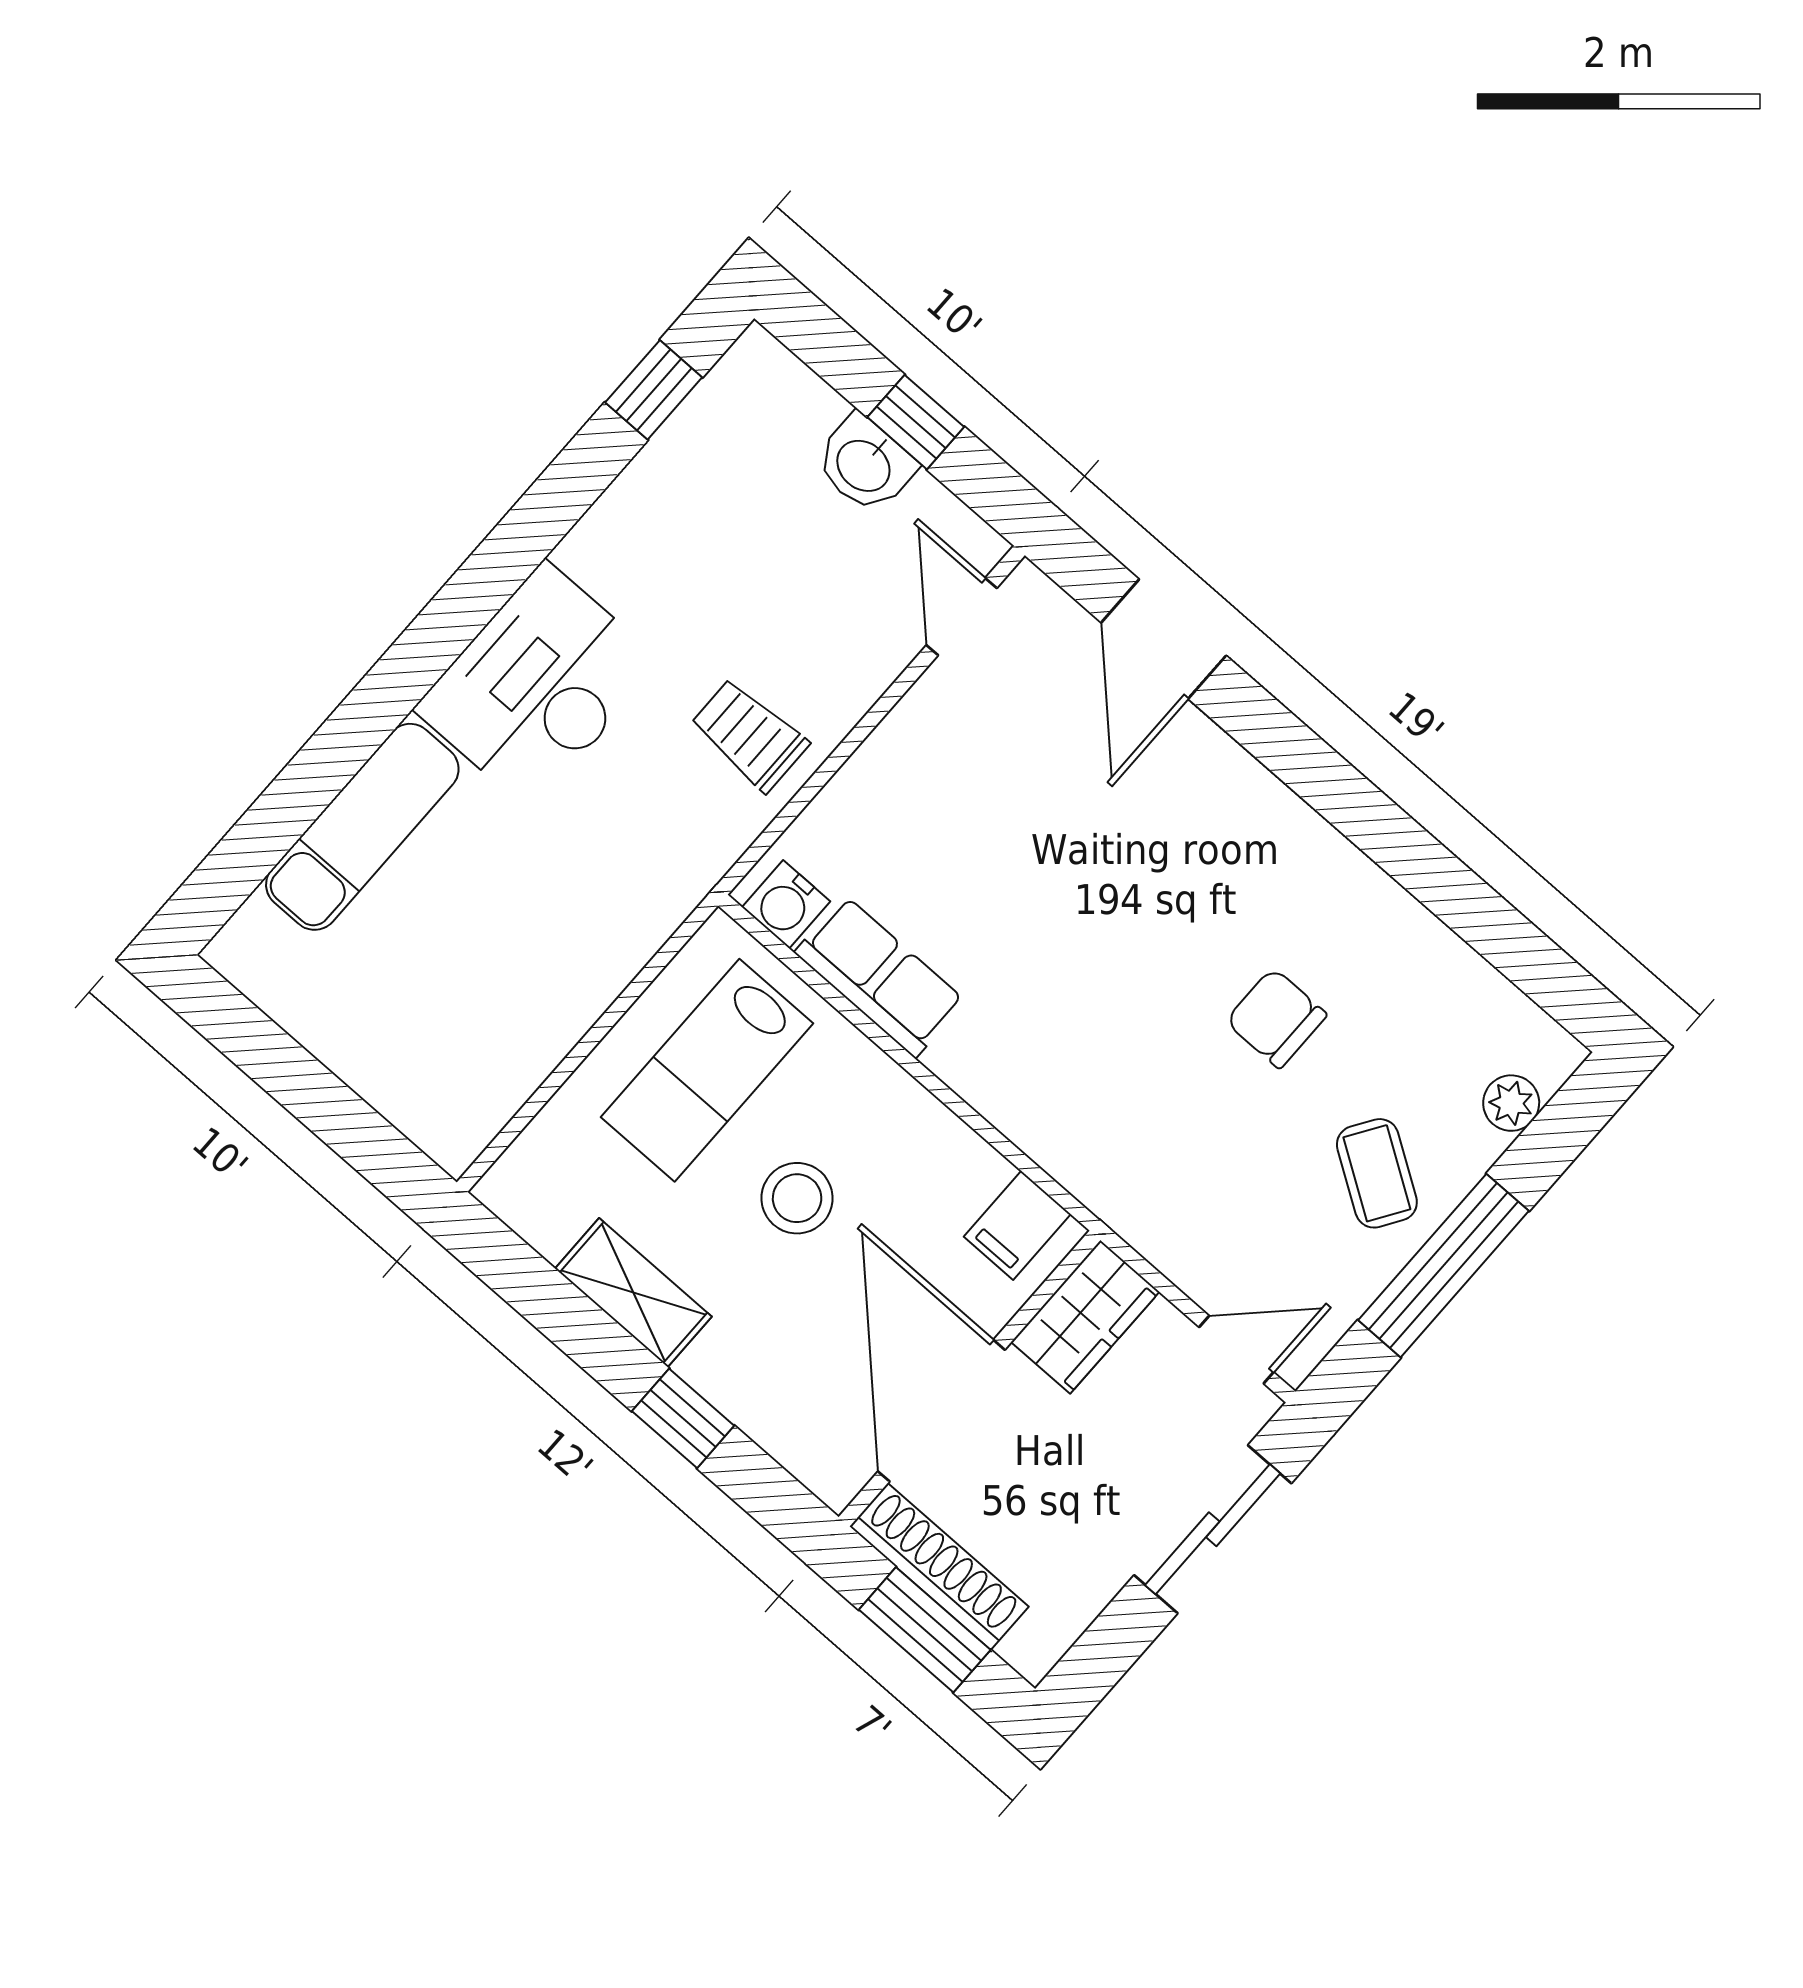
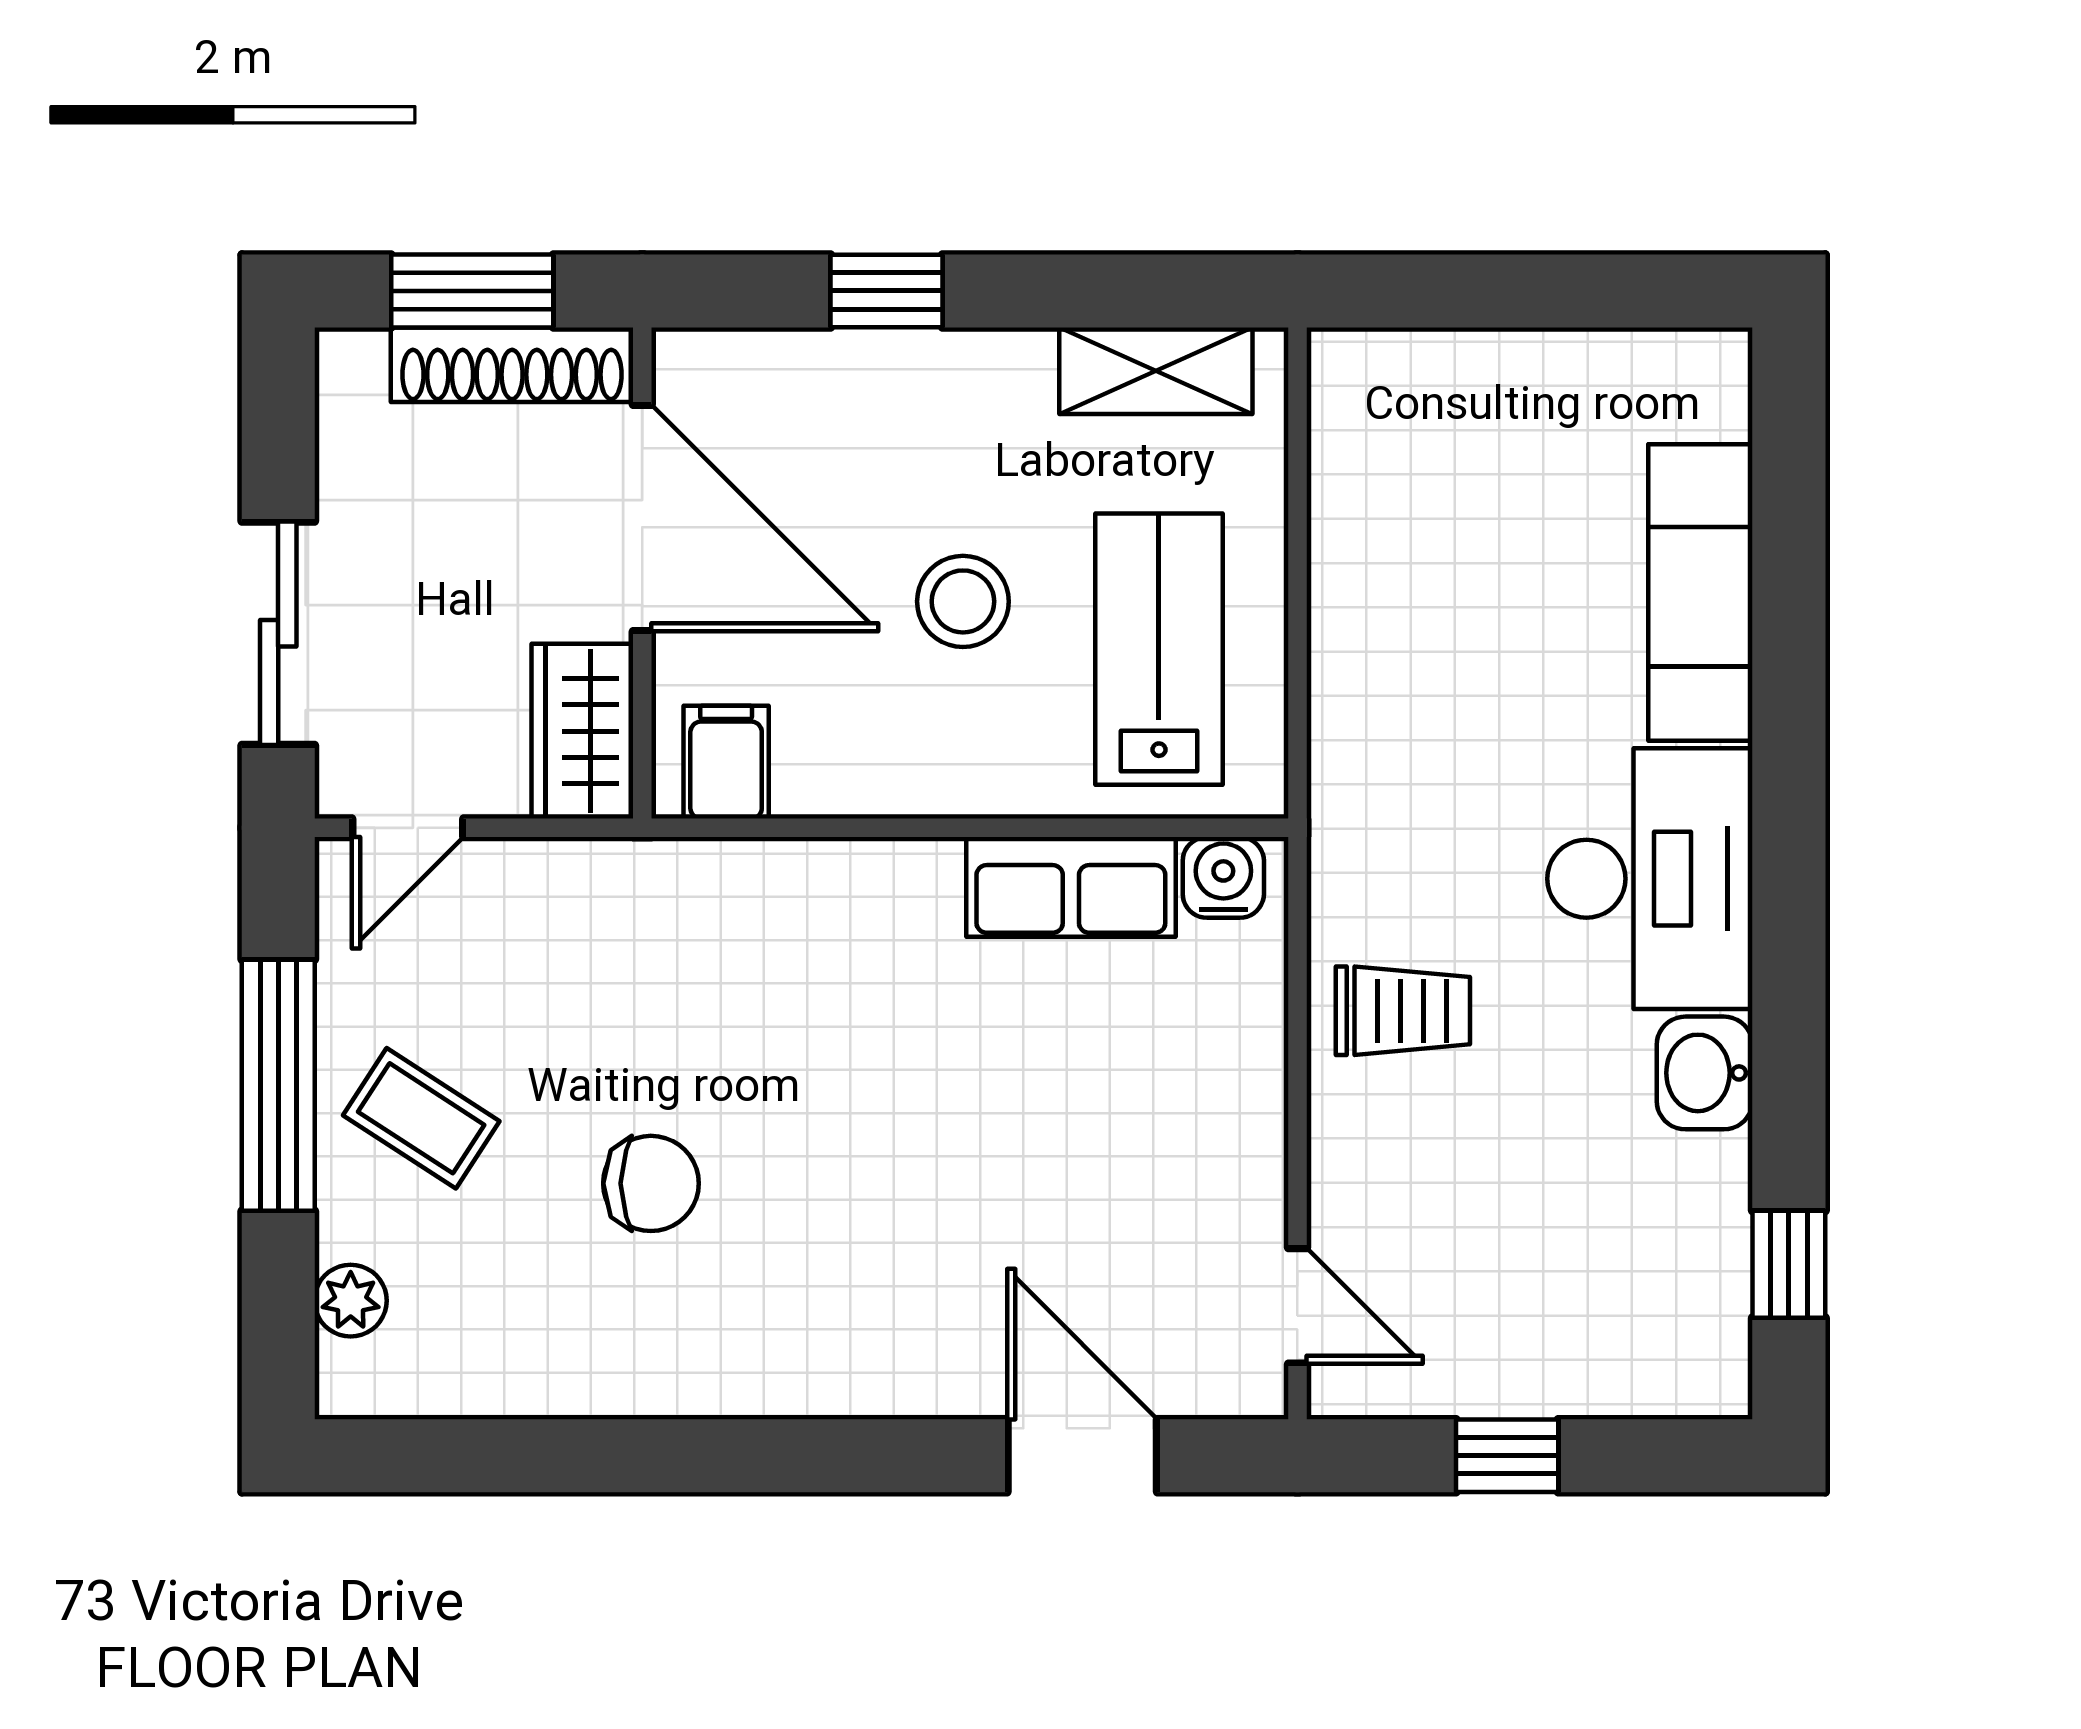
washbasin: (865, 464) -> (1705, 1073), moved, turned -90
shelving: (633, 1293) -> (1156, 371), moved

